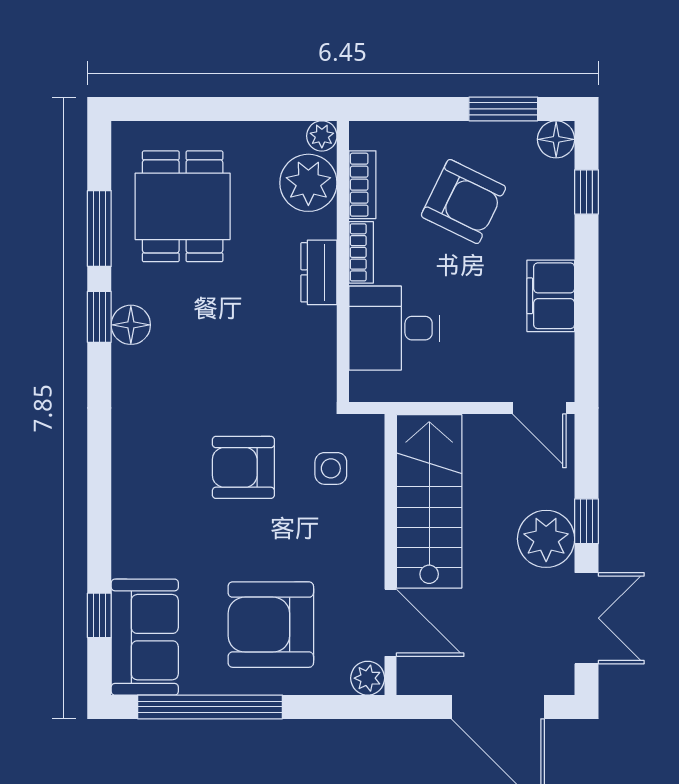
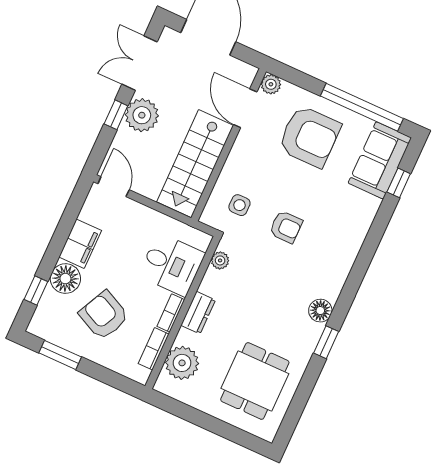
plant: (322, 136) -> (220, 260), moved
floor lamp: (556, 139) -> (65, 279), moved, width x1.38, depth x1.38
window: (99, 228) -> (305, 389), removed
floor lamp: (131, 325) -> (320, 311), moved
armchair: (243, 467) -> (286, 227), width x0.72, depth x0.72

